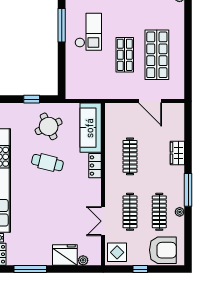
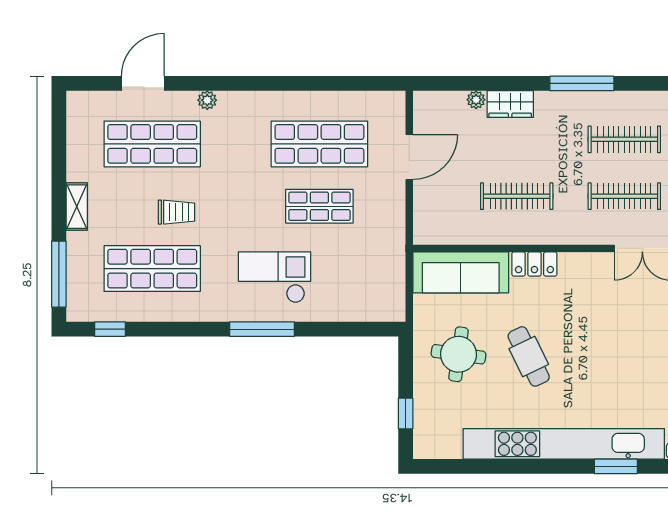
window: (32, 99) -> (406, 414), moved
round table: (49, 126) -> (458, 354), turned 33
cafe table: (47, 163) -> (529, 356), turned -40
plant: (180, 212) -> (476, 100), moved

